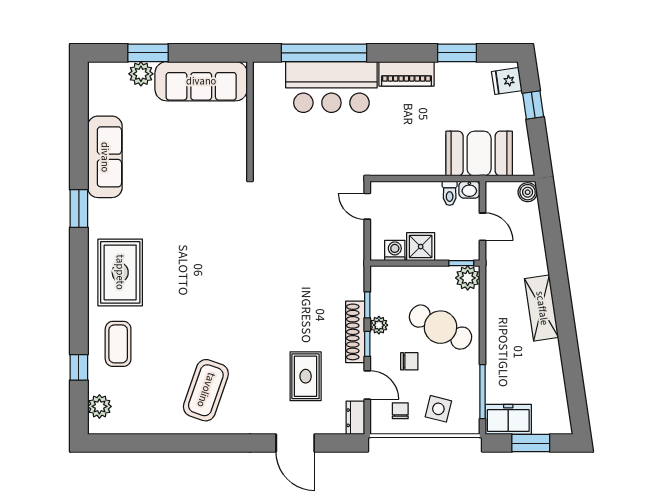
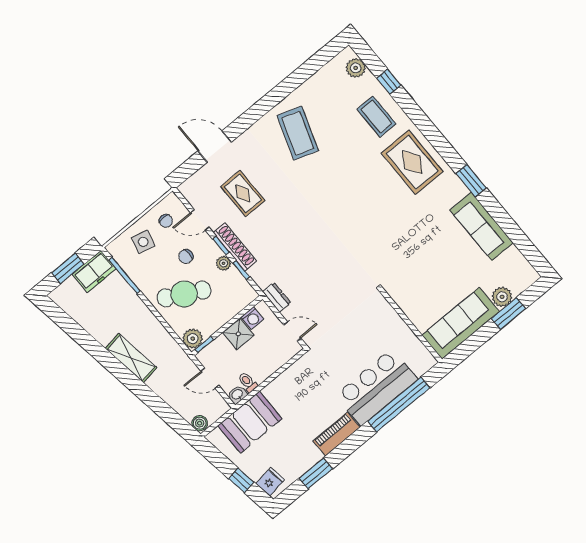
dresser: (355, 418) -> (277, 297), moved

